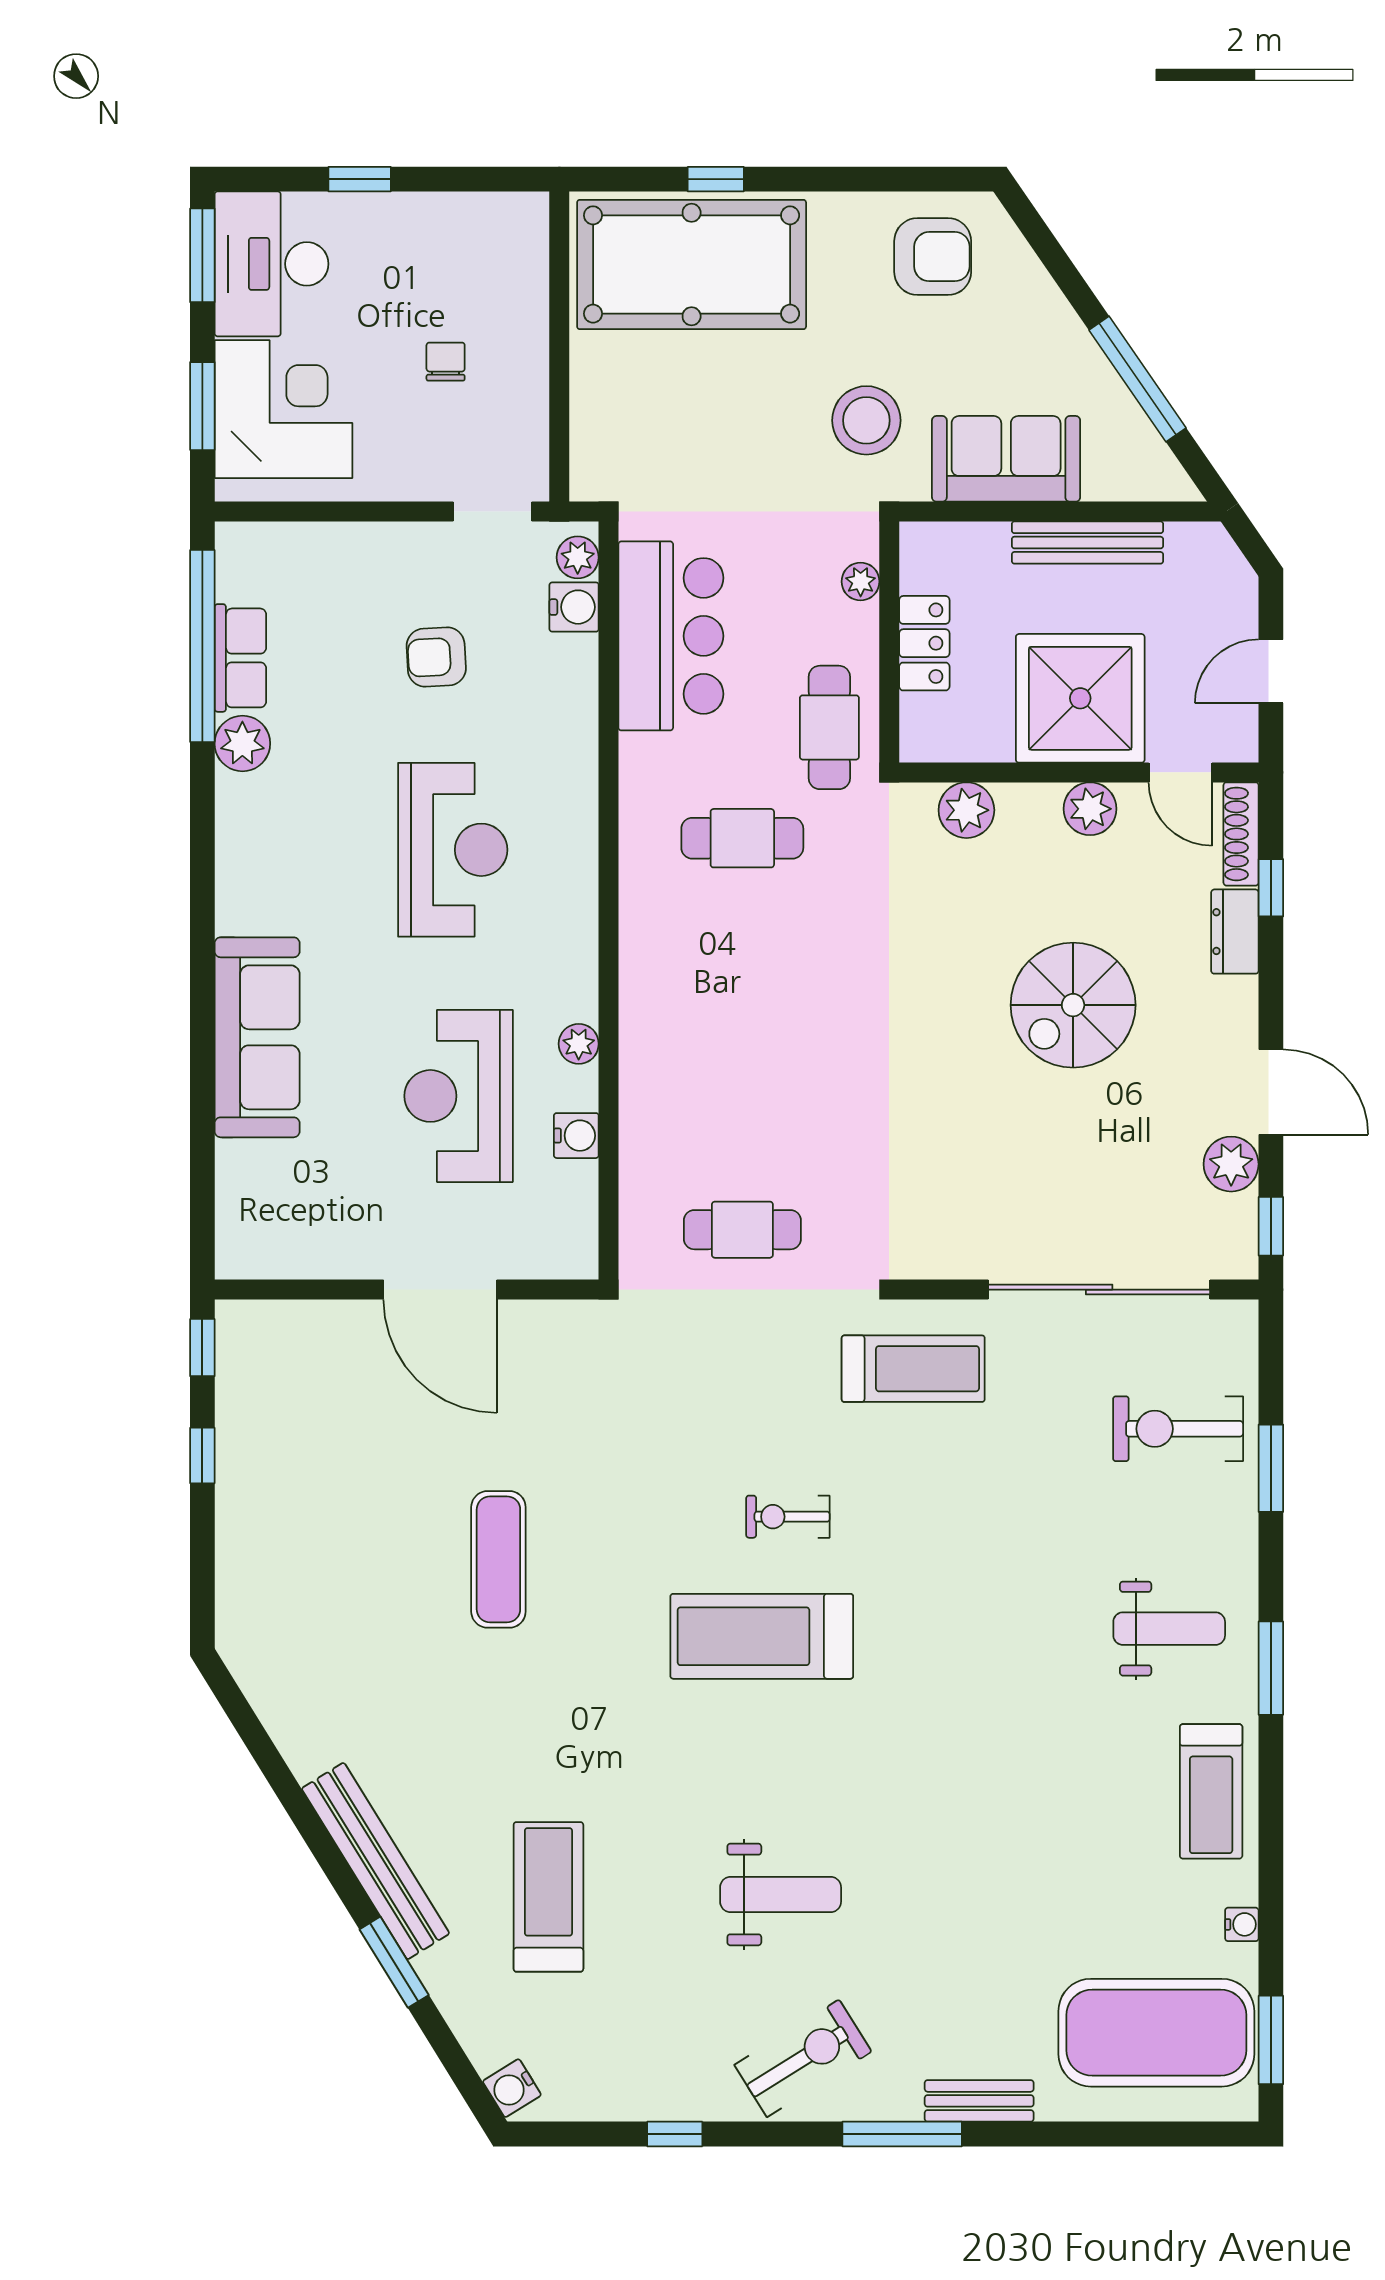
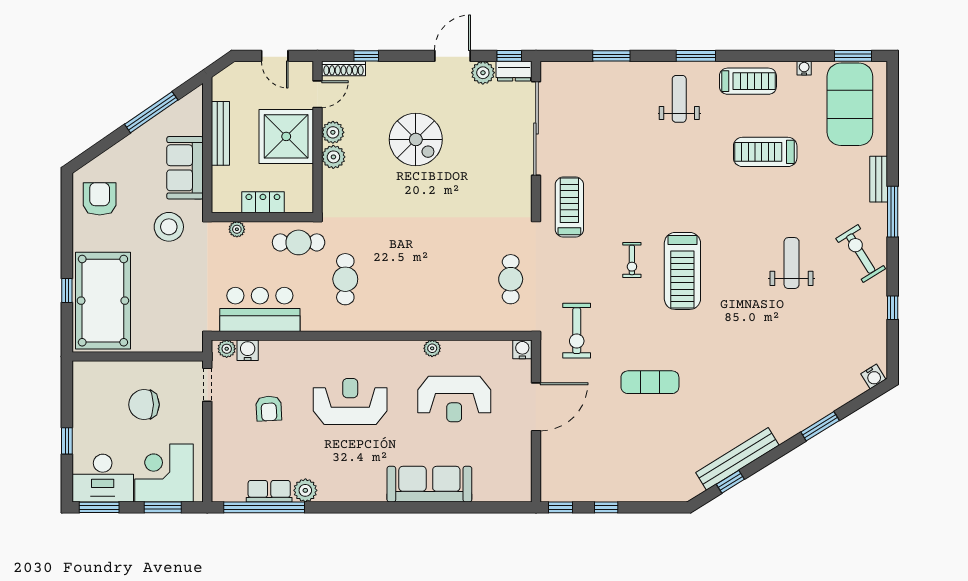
chair: (446, 362) -> (144, 405), width x1.87, depth x1.87
plant: (966, 810) -> (333, 157), moved
dresser: (1235, 932) -> (514, 71), moved
water cooler: (576, 1136) -> (522, 349), moved
exercise bike: (1178, 1429) -> (577, 331), moved
window: (263, 1750) -> (730, 482), added
bench: (376, 1861) -> (737, 459), moved
treadmill: (548, 1897) -> (765, 152), moved

